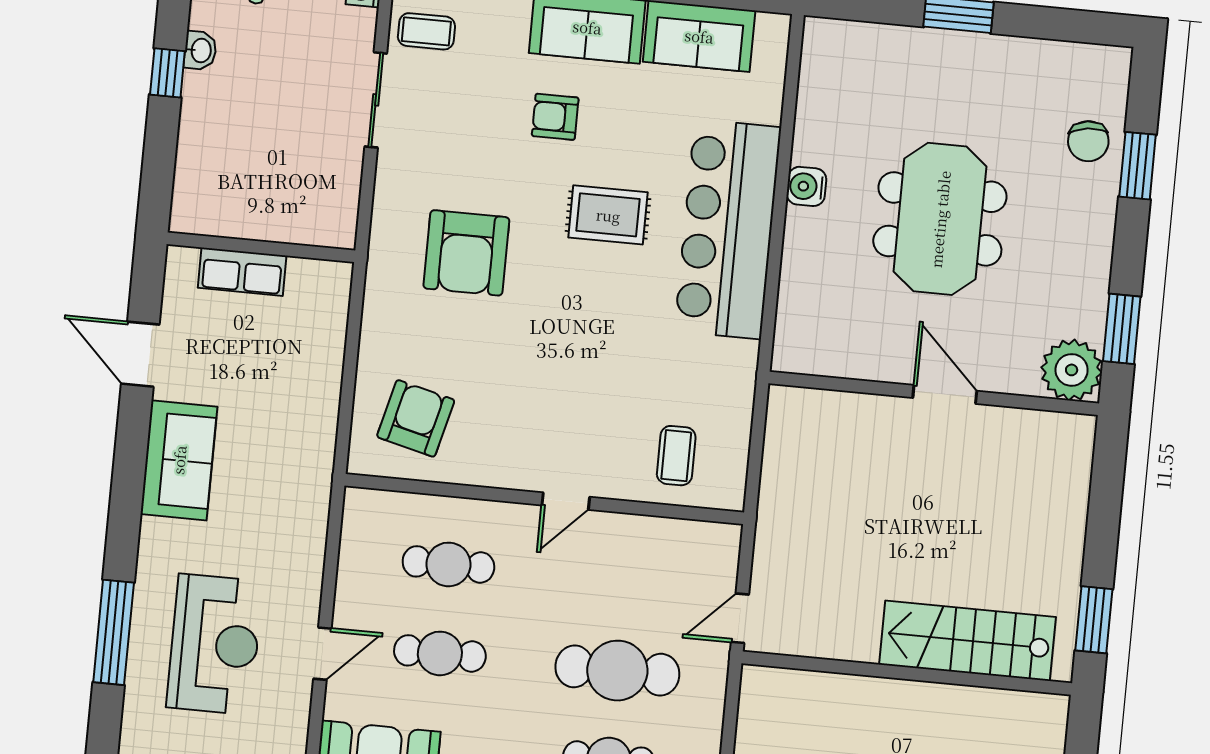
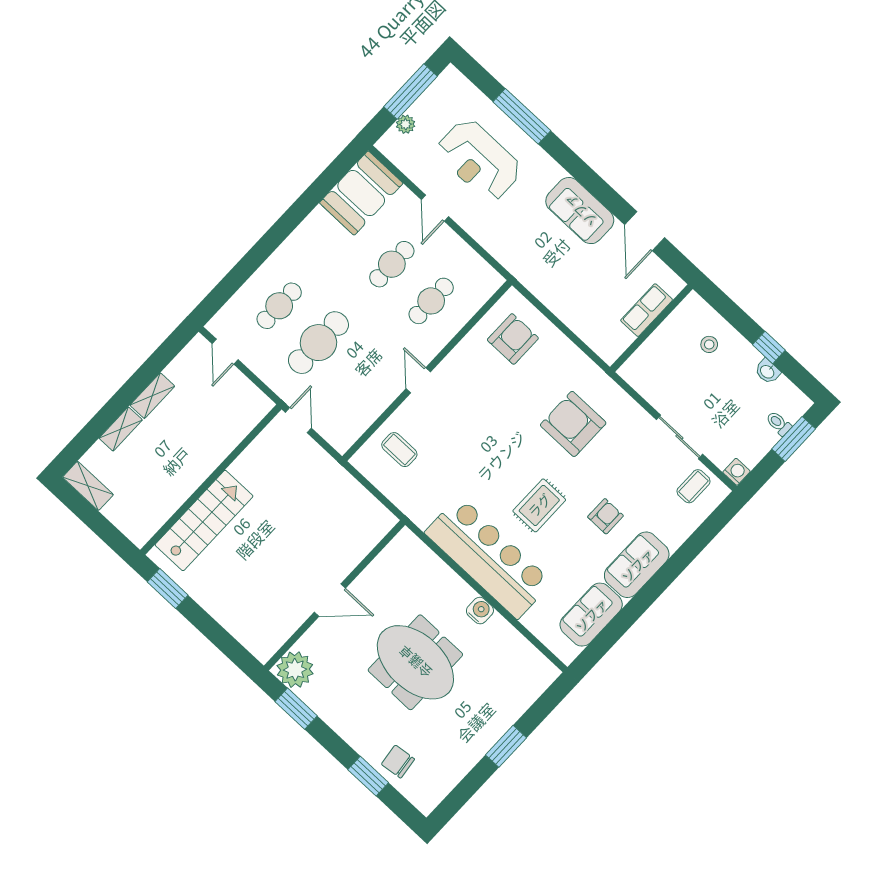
stool: (224, 154) -> (709, 344), added
door: (140, 354) -> (645, 231), swing flipped
armchair: (416, 418) -> (513, 339), turned -104

